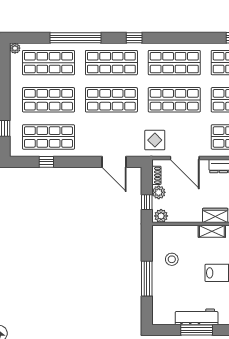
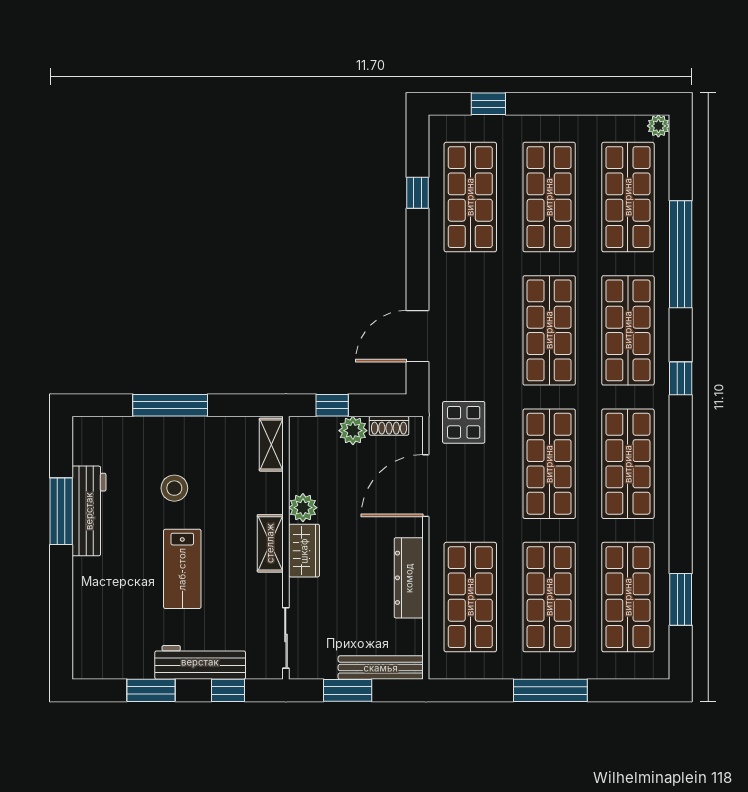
plant: (161, 216) -> (303, 508), moved
shelving: (165, 231) -> (271, 445), added
stool: (172, 259) -> (174, 488), moved

